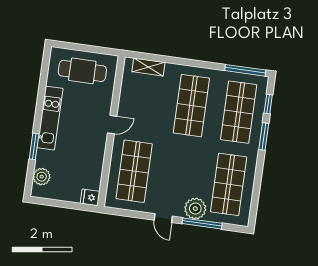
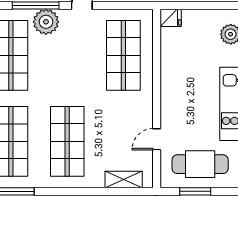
window: (90, 49) -> (195, 191), added
door: (112, 125) -> (157, 139), moved

